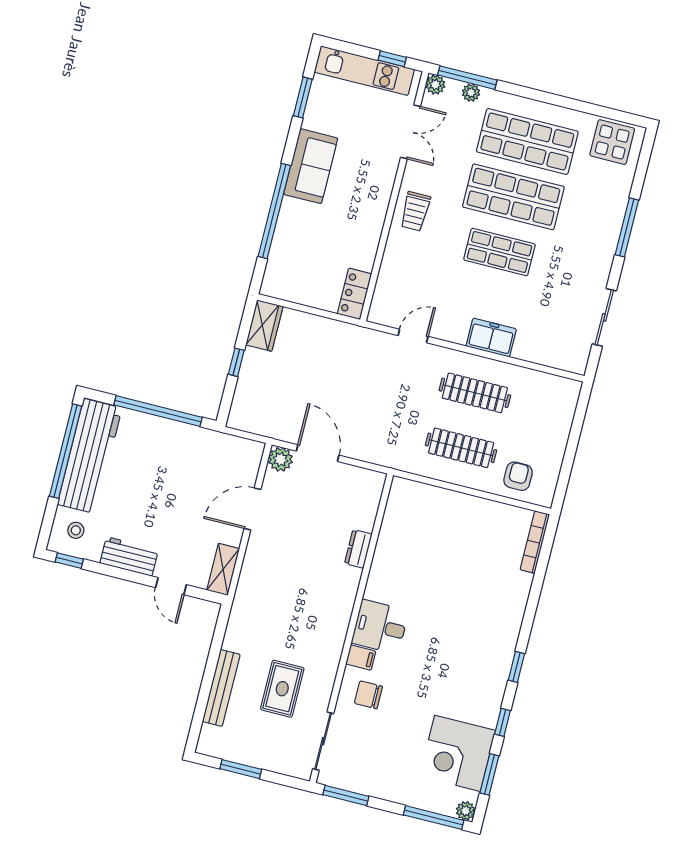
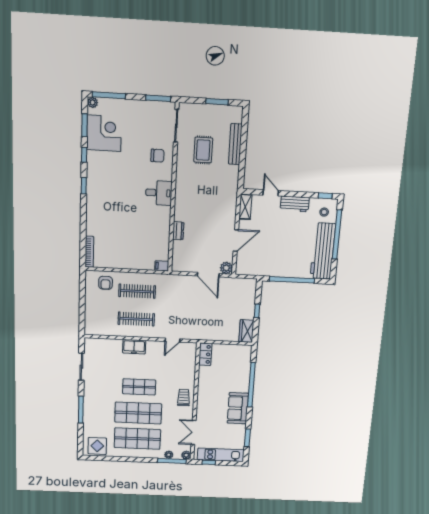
window: (66, 451) -> (337, 235), moved
filing cabinet: (361, 658) -> (162, 266), moved

